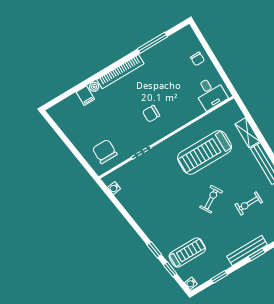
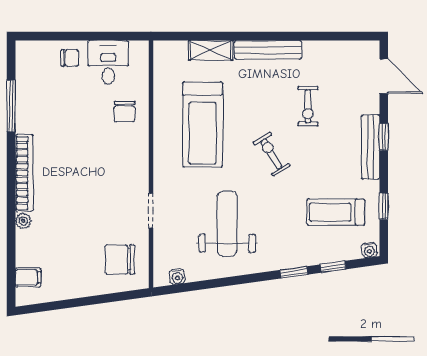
desk: (210, 93) -> (108, 62), moved, turned -90
filing cabinet: (85, 96) -> (28, 277), moved
chair: (151, 114) -> (125, 111), moved
weight bench: (159, 198) -> (227, 224), added
treadmill: (187, 252) -> (336, 212), moved, turned -90

